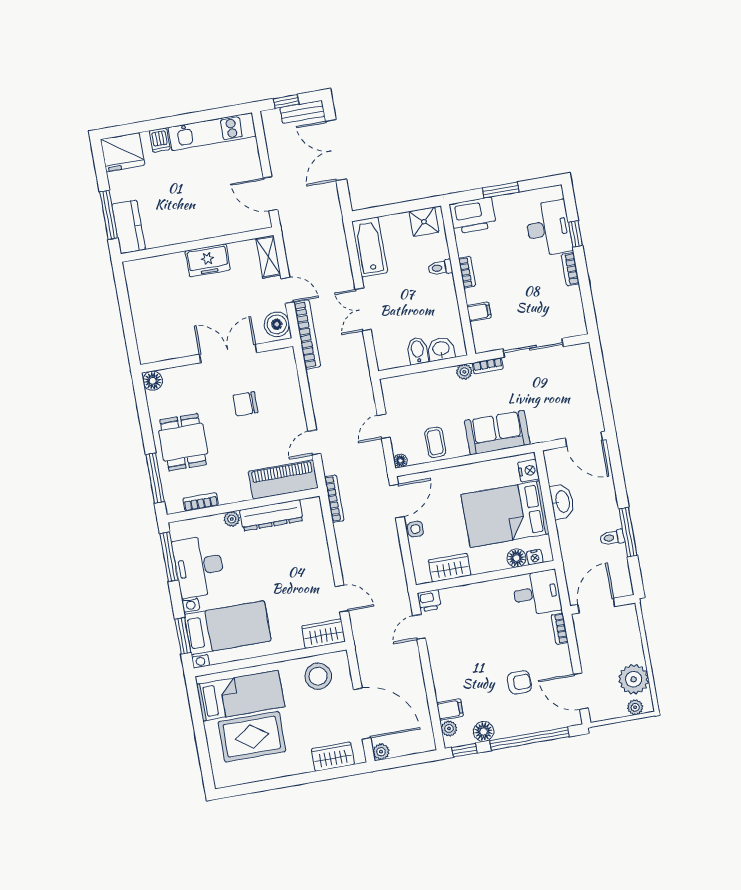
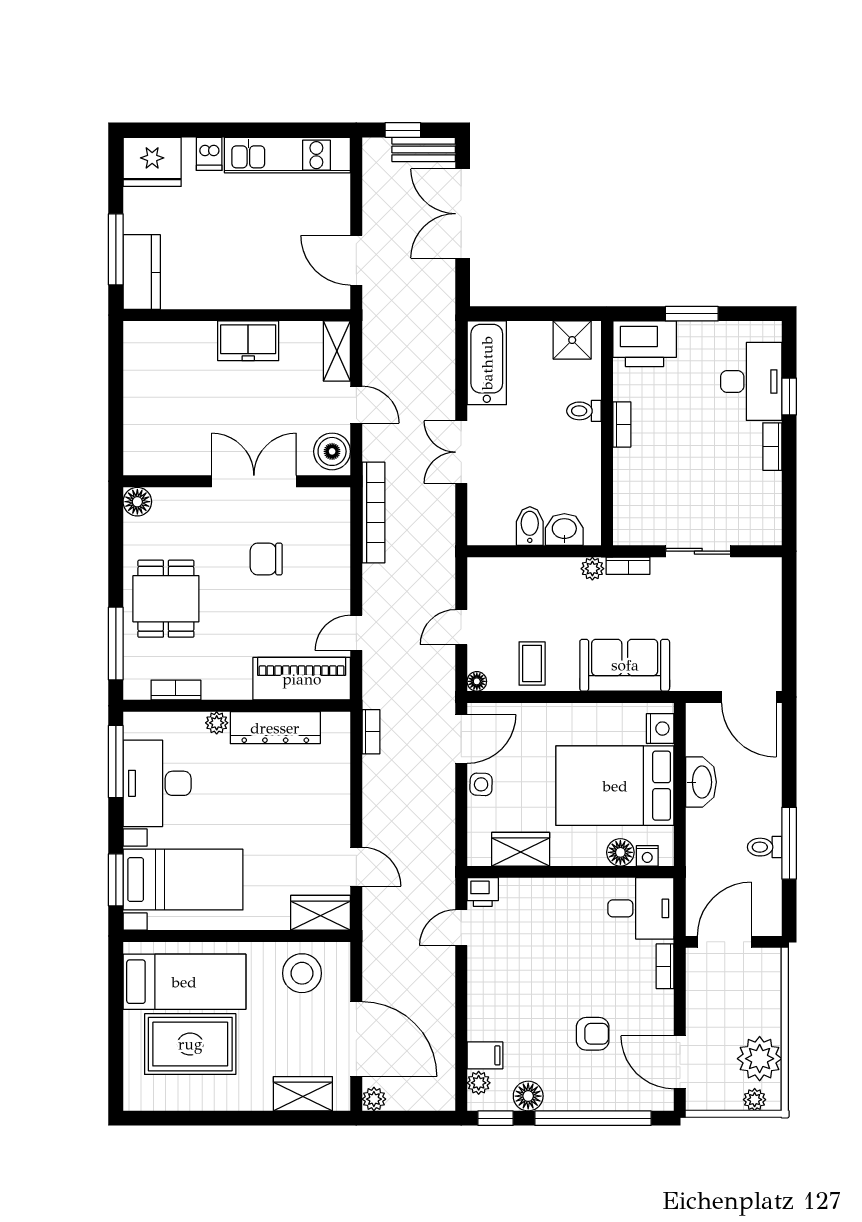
filing cabinet: (479, 312) -> (629, 485), removed
bookcase: (307, 335) -> (374, 513), moved
sliding door: (533, 348) -> (698, 551), width x0.73
bookcase: (334, 499) -> (371, 732), width x0.64

